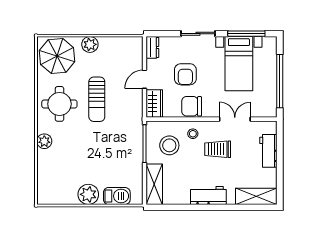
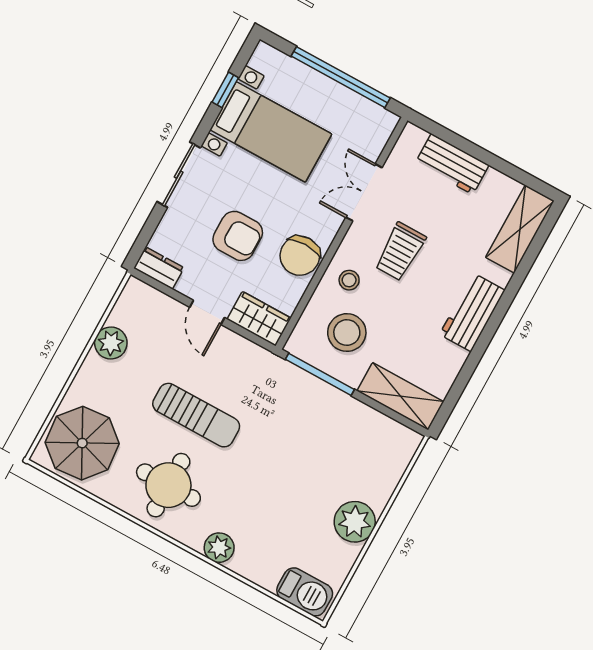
window: (246, 34) -> (225, 90), width x0.46
plant: (90, 44) -> (111, 343), moved
barbecue: (117, 196) -> (305, 592), moved, turned 90

